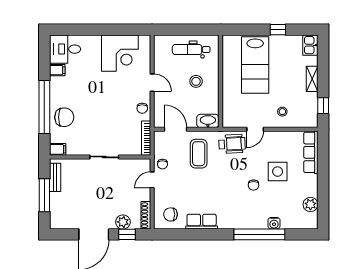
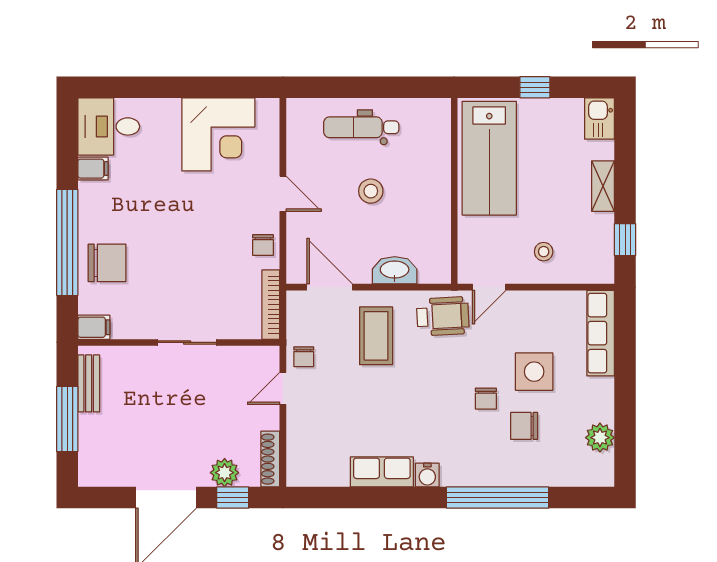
wall: (221, 81) -> (454, 191), moved
chair: (170, 214) -> (524, 426), moved
water cooler: (274, 223) -> (427, 475), moved

